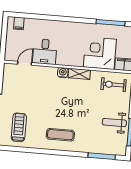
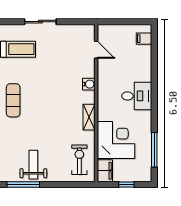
desk: (45, 52) -> (137, 96), moved, turned 180
water cooler: (63, 73) -> (89, 84), moved

